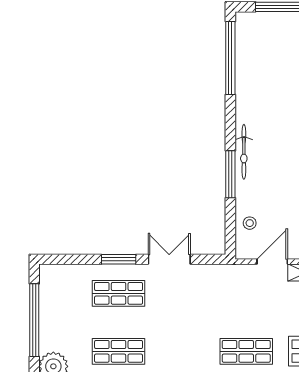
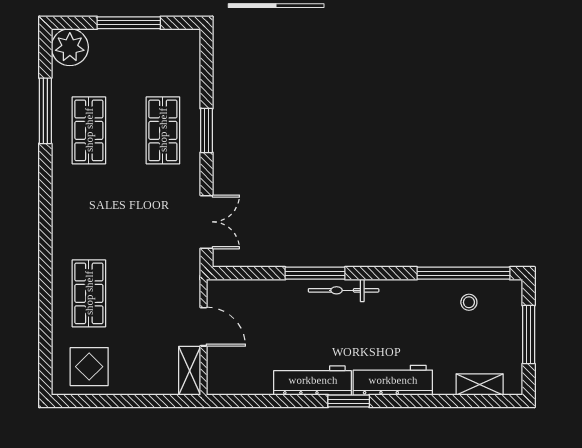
stool: (250, 223) -> (469, 302), moved
double door: (169, 259) -> (207, 222), moved
window: (34, 320) -> (129, 23), width x0.68

